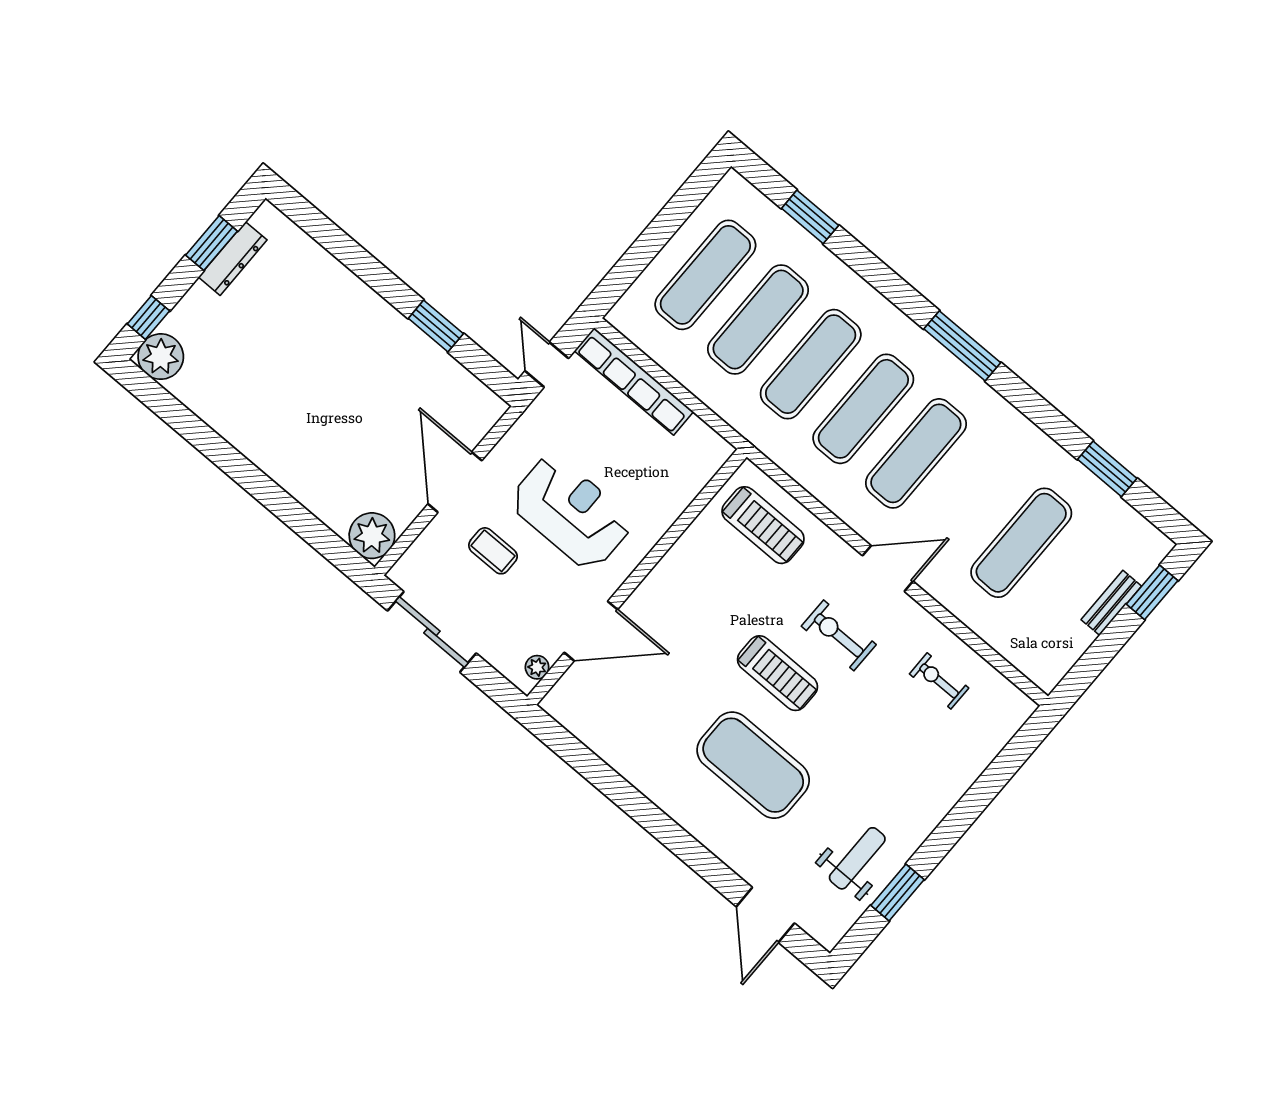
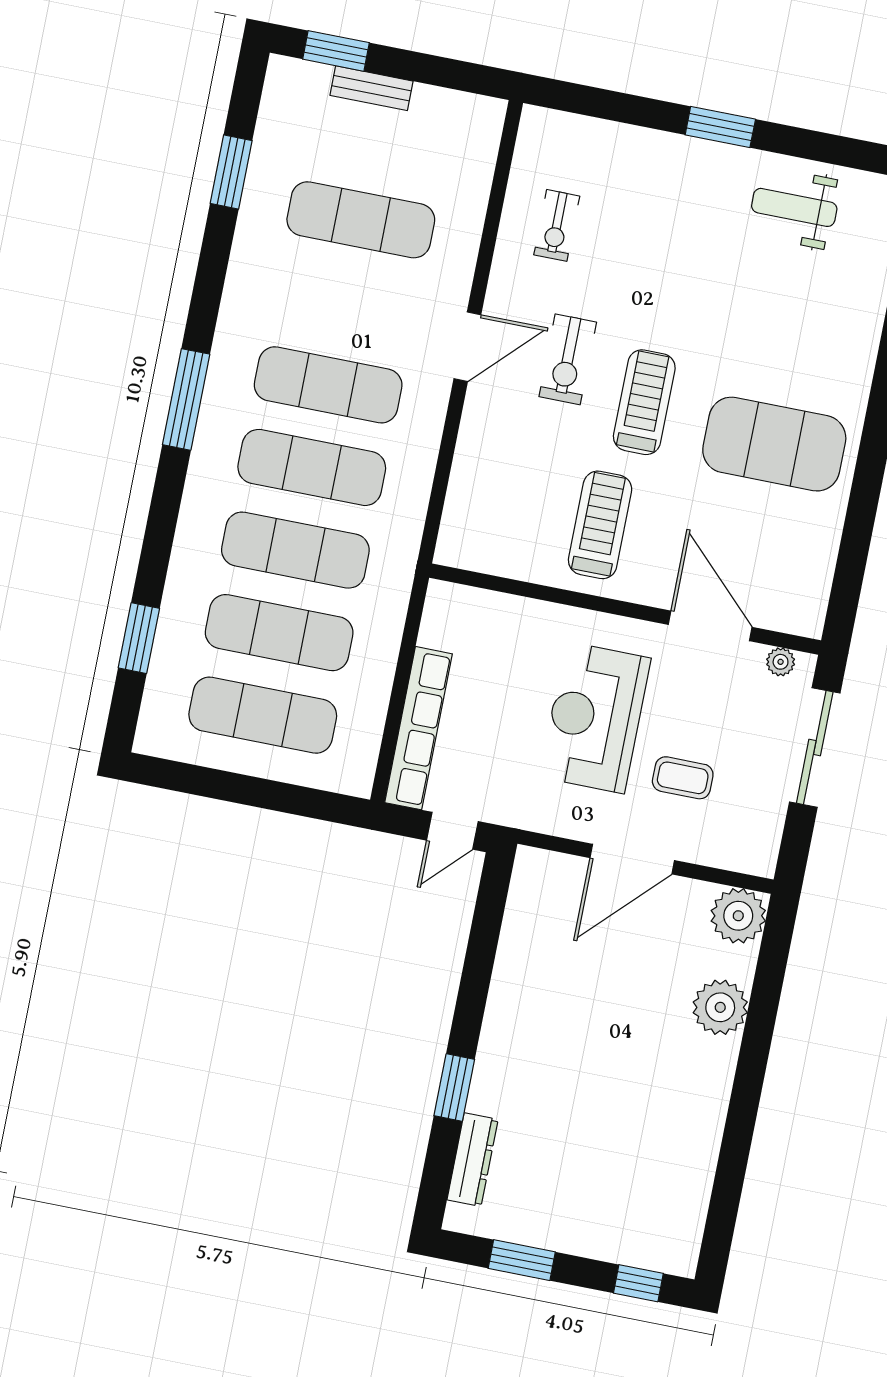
dresser: (233, 259) -> (473, 1160), moved, turned 90
window: (436, 326) -> (454, 1087), moved
plant: (161, 357) -> (720, 1007), moved
treadmill: (763, 525) -> (600, 525), moved
coffee table: (493, 551) -> (683, 778), turned 90
door: (888, 568) -> (467, 347), swing flipped
sliding door: (432, 632) -> (815, 747), moved
exercise mat: (753, 765) -> (774, 444), moved, turned 90
window: (898, 893) -> (720, 127), moved

